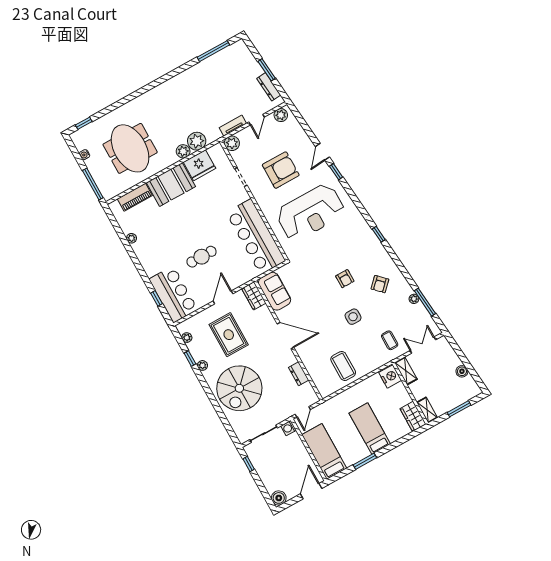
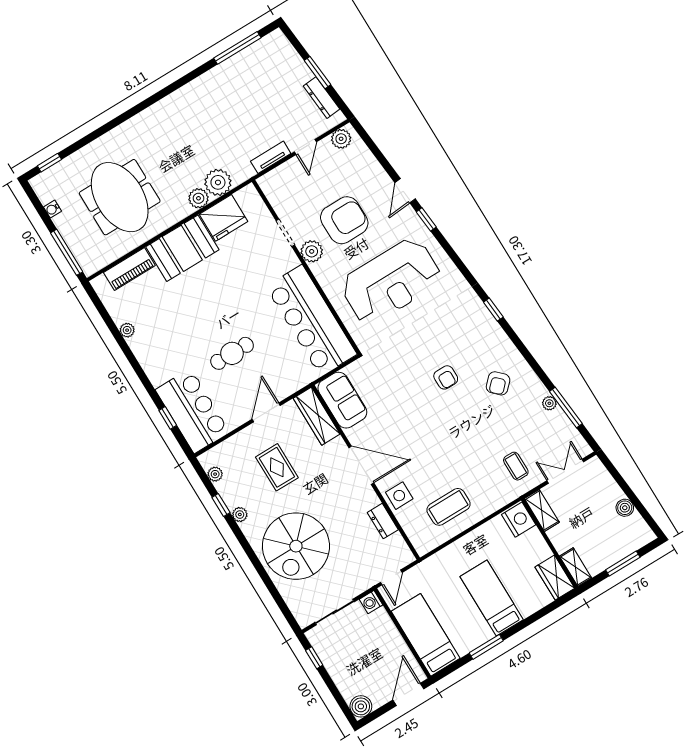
plant: (232, 143) -> (312, 251), moved
wardrobe: (254, 296) -> (317, 416), width x1.50
side table: (353, 317) -> (399, 496), moved
rug: (229, 335) -> (277, 467), width x0.73, depth x0.70
coffee table: (343, 366) -> (448, 507), turned 90

